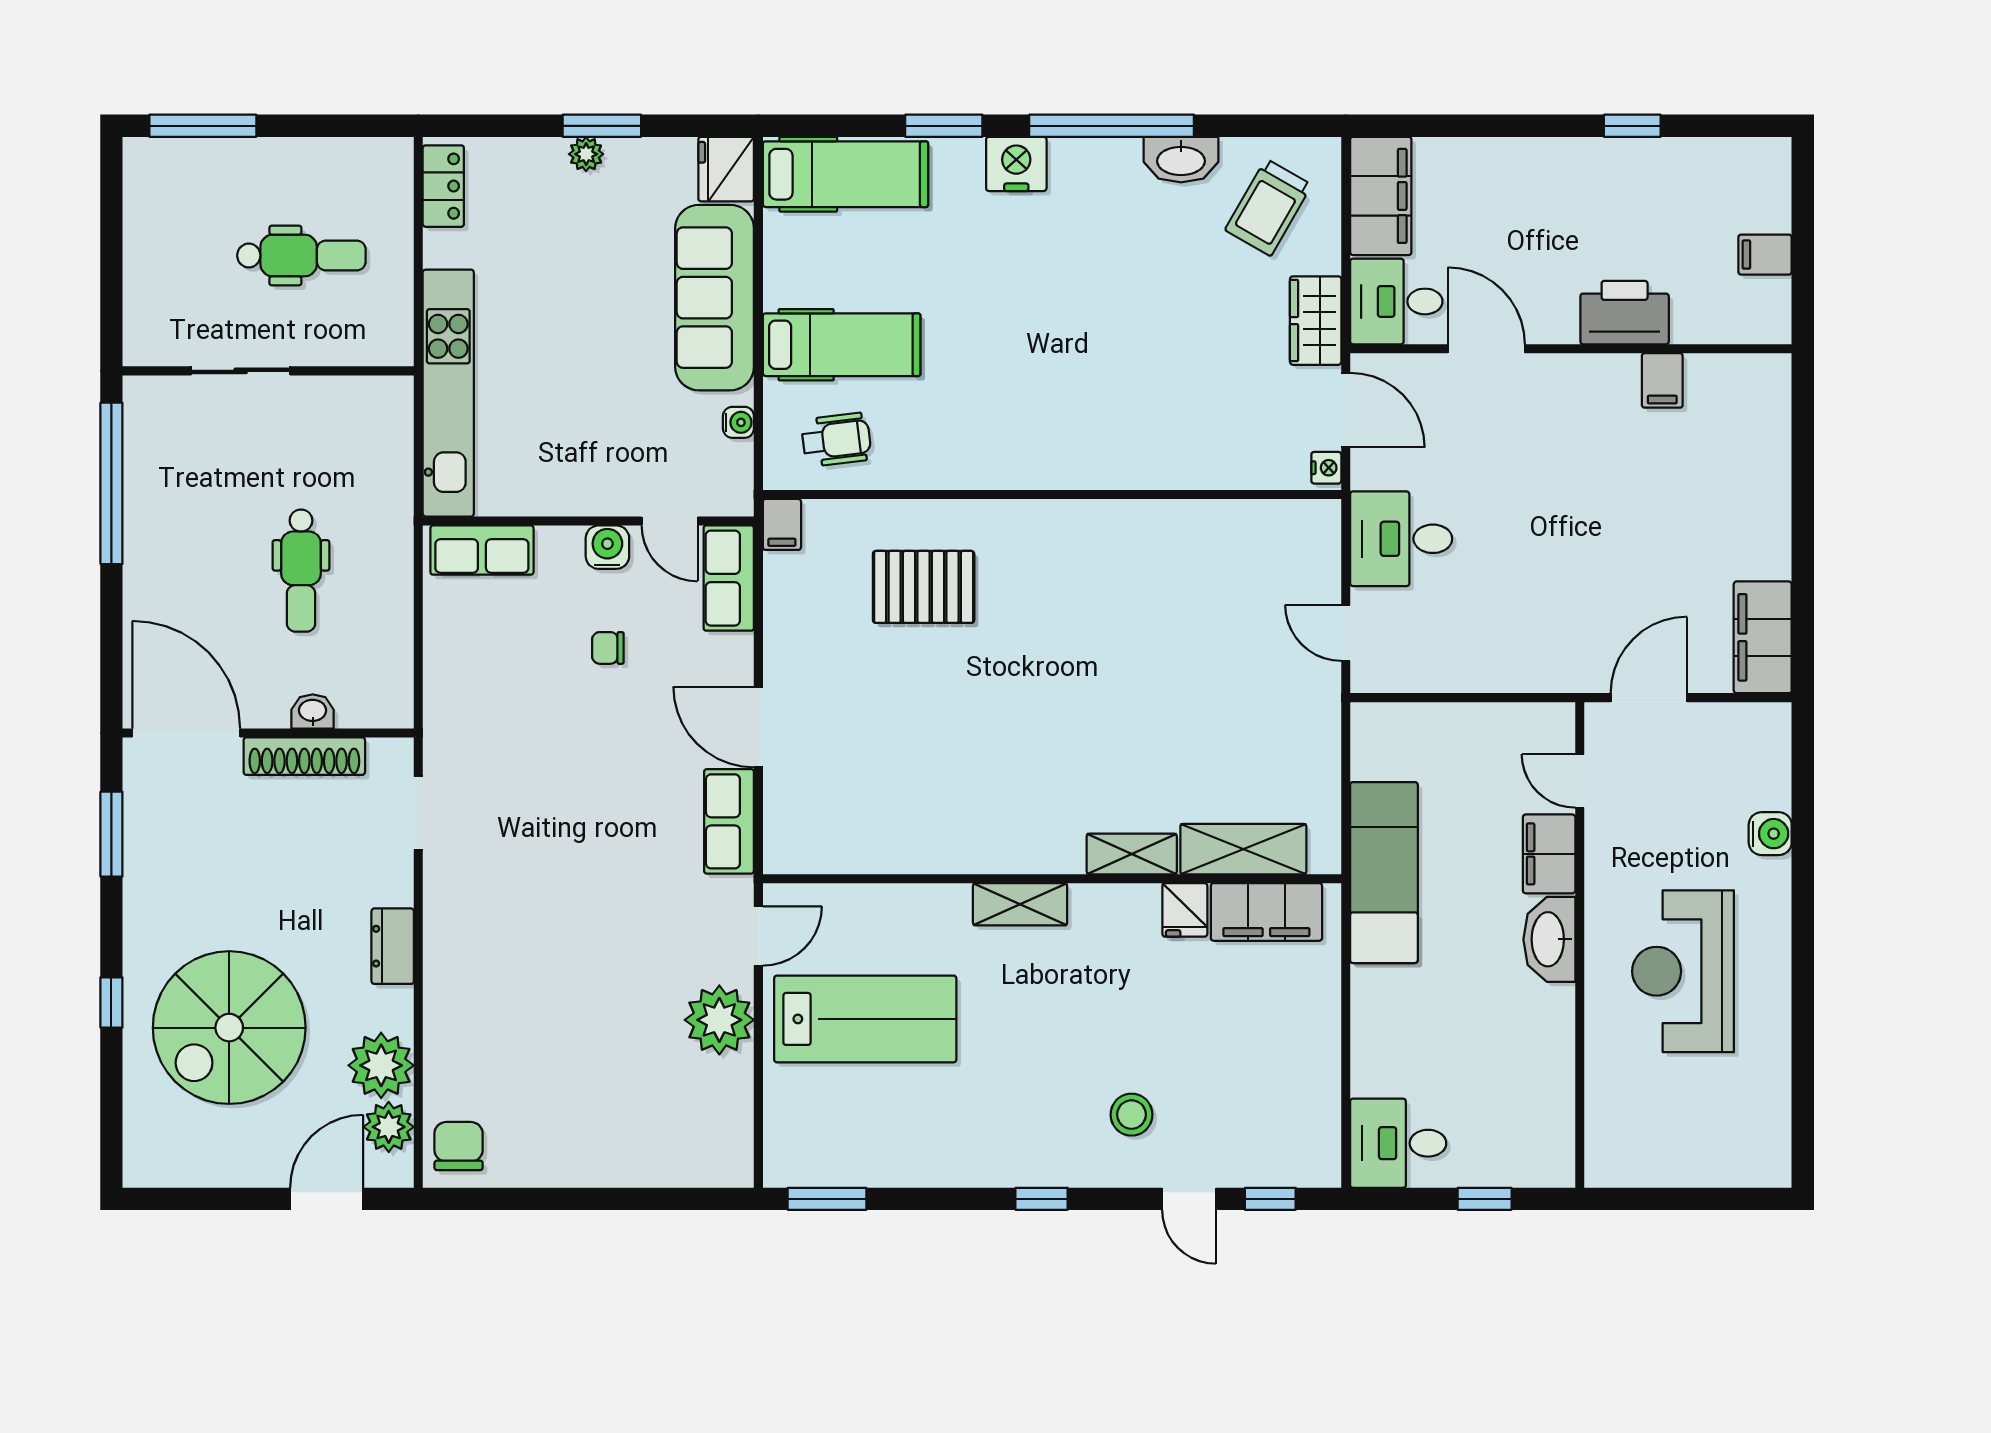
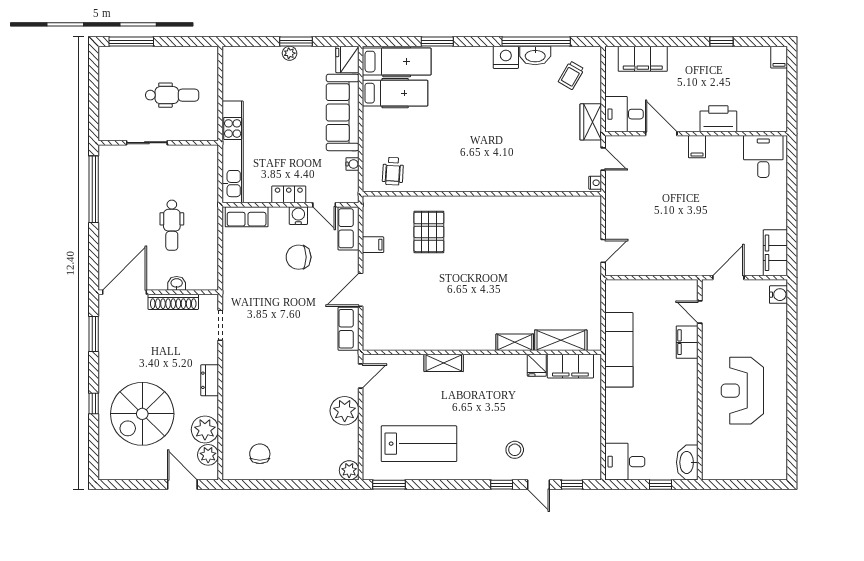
window: (1112, 126) -> (536, 42), moved
nightstand: (1016, 164) -> (506, 57), moved
locker: (443, 186) -> (289, 194), moved, turned -90
filing cabinet: (1381, 196) -> (643, 59), moved, turned 90
trolley: (1268, 207) -> (571, 75), width x0.73, depth x0.72
filing cabinet: (1765, 255) -> (779, 57), moved, turned -90
hospital bed: (842, 345) -> (395, 93), moved
filing cabinet: (1662, 380) -> (697, 147), moved
door: (1346, 410) -> (603, 159), width x0.73
wheelchair: (836, 440) -> (393, 171), turned 100
filing cabinet: (782, 524) -> (373, 245), moved, turned -90
desk: (1401, 539) -> (763, 157), moved, turned 90
pallet: (924, 587) -> (429, 232), turned 90
door: (1346, 633) -> (603, 251), swing flipped
chair: (608, 648) -> (299, 257), width x1.87, depth x1.87
door: (758, 727) -> (361, 290), hinge flipped
door: (186, 733) -> (124, 292), hinge flipped
water cooler: (1770, 834) -> (778, 295), moved
shelving: (1020, 904) -> (444, 363), moved
washbasin: (1549, 939) -> (687, 462), moved
lab bench: (865, 1019) -> (419, 444), moved
chair: (459, 1146) -> (260, 454), moved
plant: (730, 1164) -> (349, 470), added
door: (327, 1199) -> (182, 485), hinge flipped
window: (1042, 1199) -> (502, 485), moved

